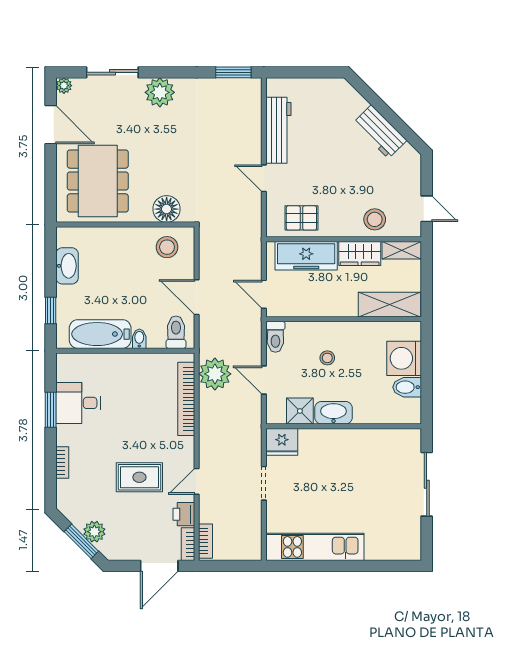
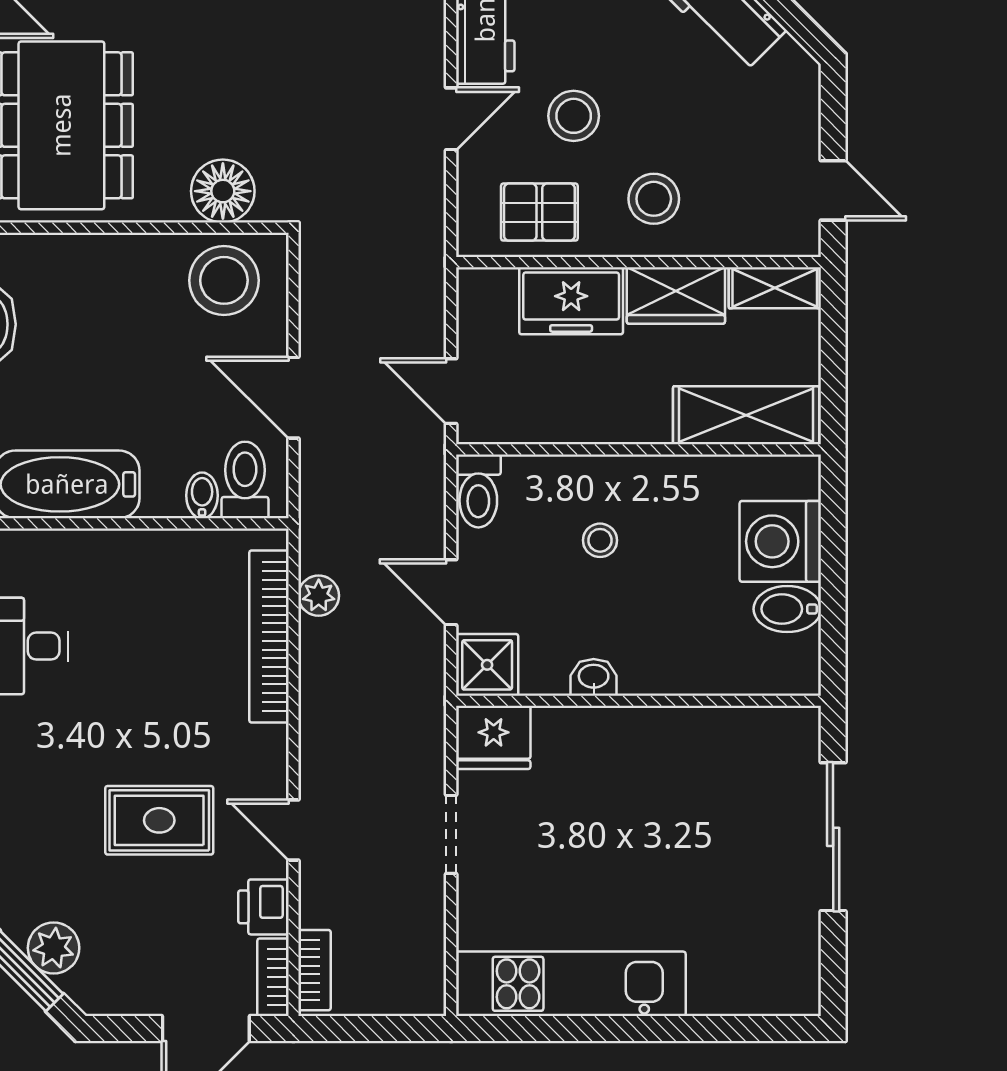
stool: (316, 177) -> (574, 116), added
door: (264, 178) -> (451, 119), swing flipped
stool: (375, 219) -> (654, 199), moved
stool: (167, 247) -> (224, 280), width x1.38, depth x1.38
freezer: (306, 256) -> (571, 301), width x0.71
bidet: (139, 339) -> (202, 495), moved
plant: (215, 374) -> (319, 596), width x0.53, depth x0.53
shower: (300, 411) -> (487, 665), moved
washbasin: (333, 413) -> (594, 677), width x0.52, depth x0.69
door: (197, 481) -> (293, 830), hinge flipped

